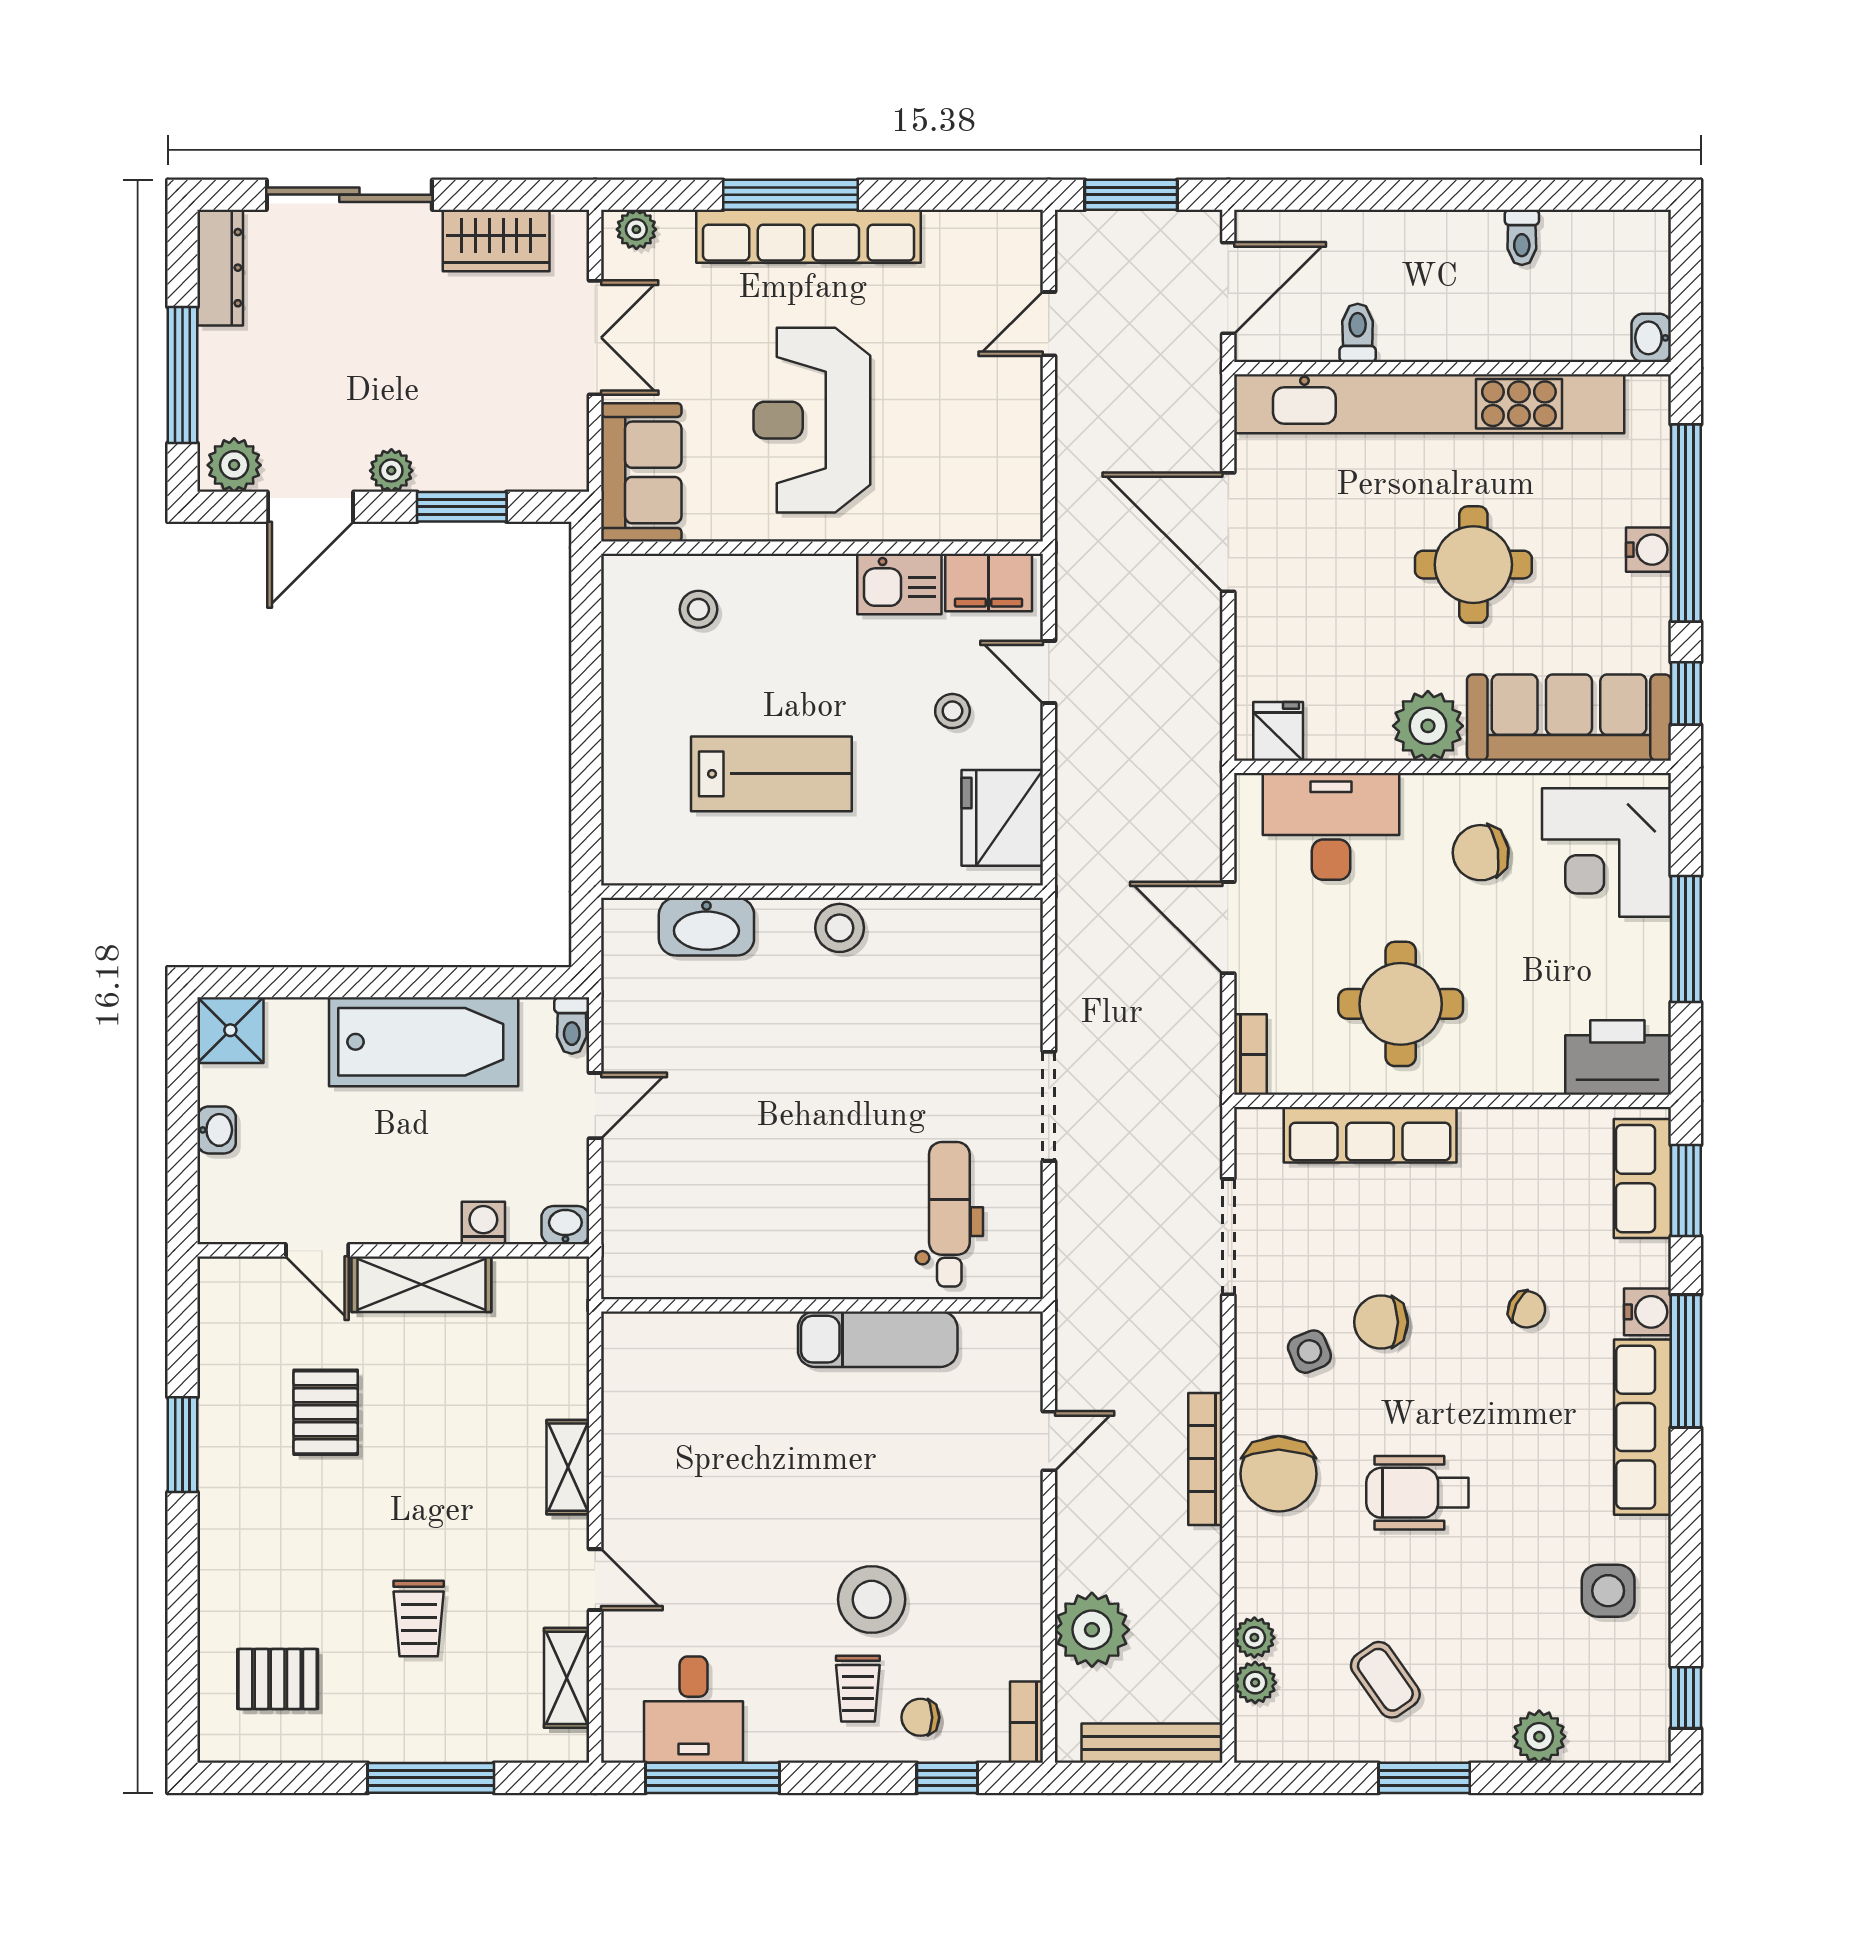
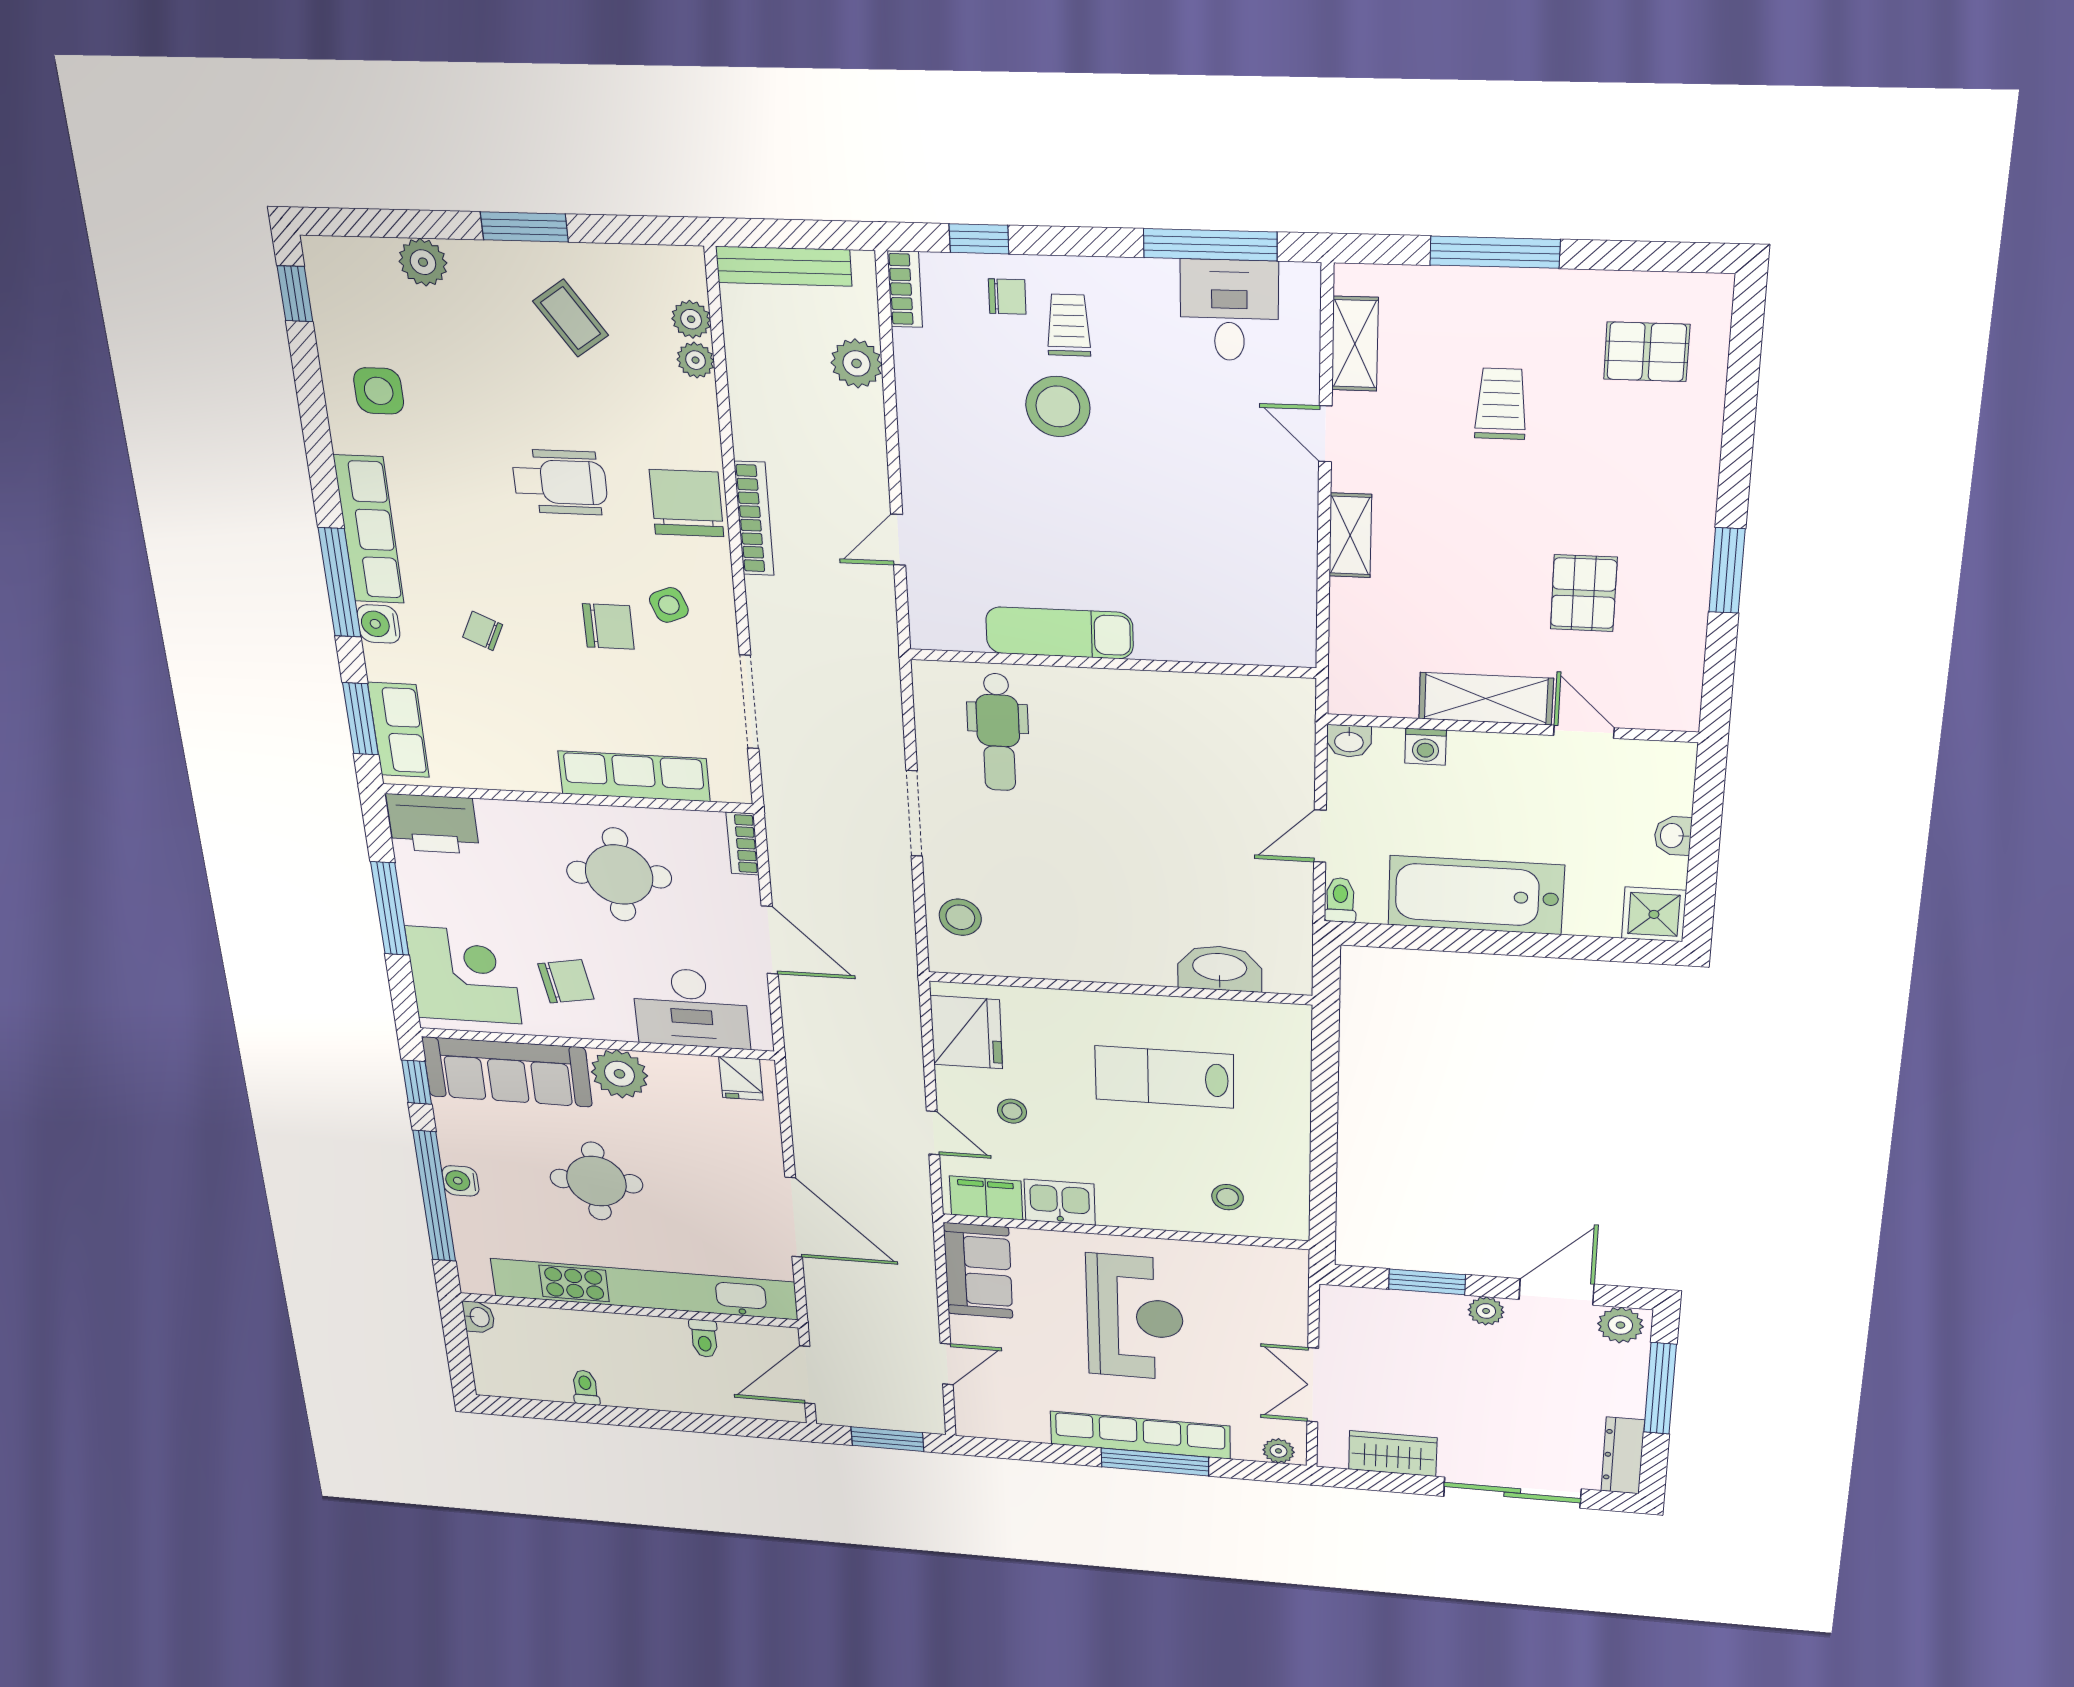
sofa: (641, 472) -> (978, 1271), moved, turned 180
stool: (840, 928) -> (960, 917), moved
plant: (1092, 1630) -> (857, 363), width x0.73, depth x0.73

